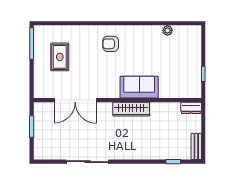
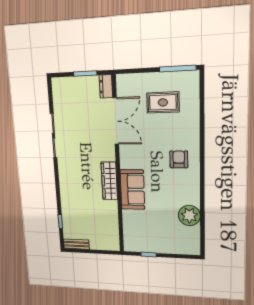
plant: (167, 30) -> (189, 215), width x1.88, depth x1.88
double door: (75, 100) -> (116, 121), swing flipped
dresser: (191, 108) -> (106, 86), moved

